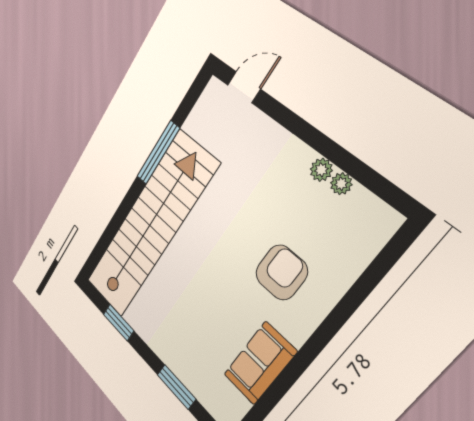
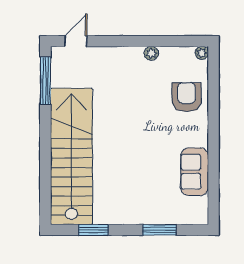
window: (158, 153) -> (45, 81), moved
plant: (341, 184) -> (202, 53), moved
armchair: (281, 272) -> (187, 97), moved

